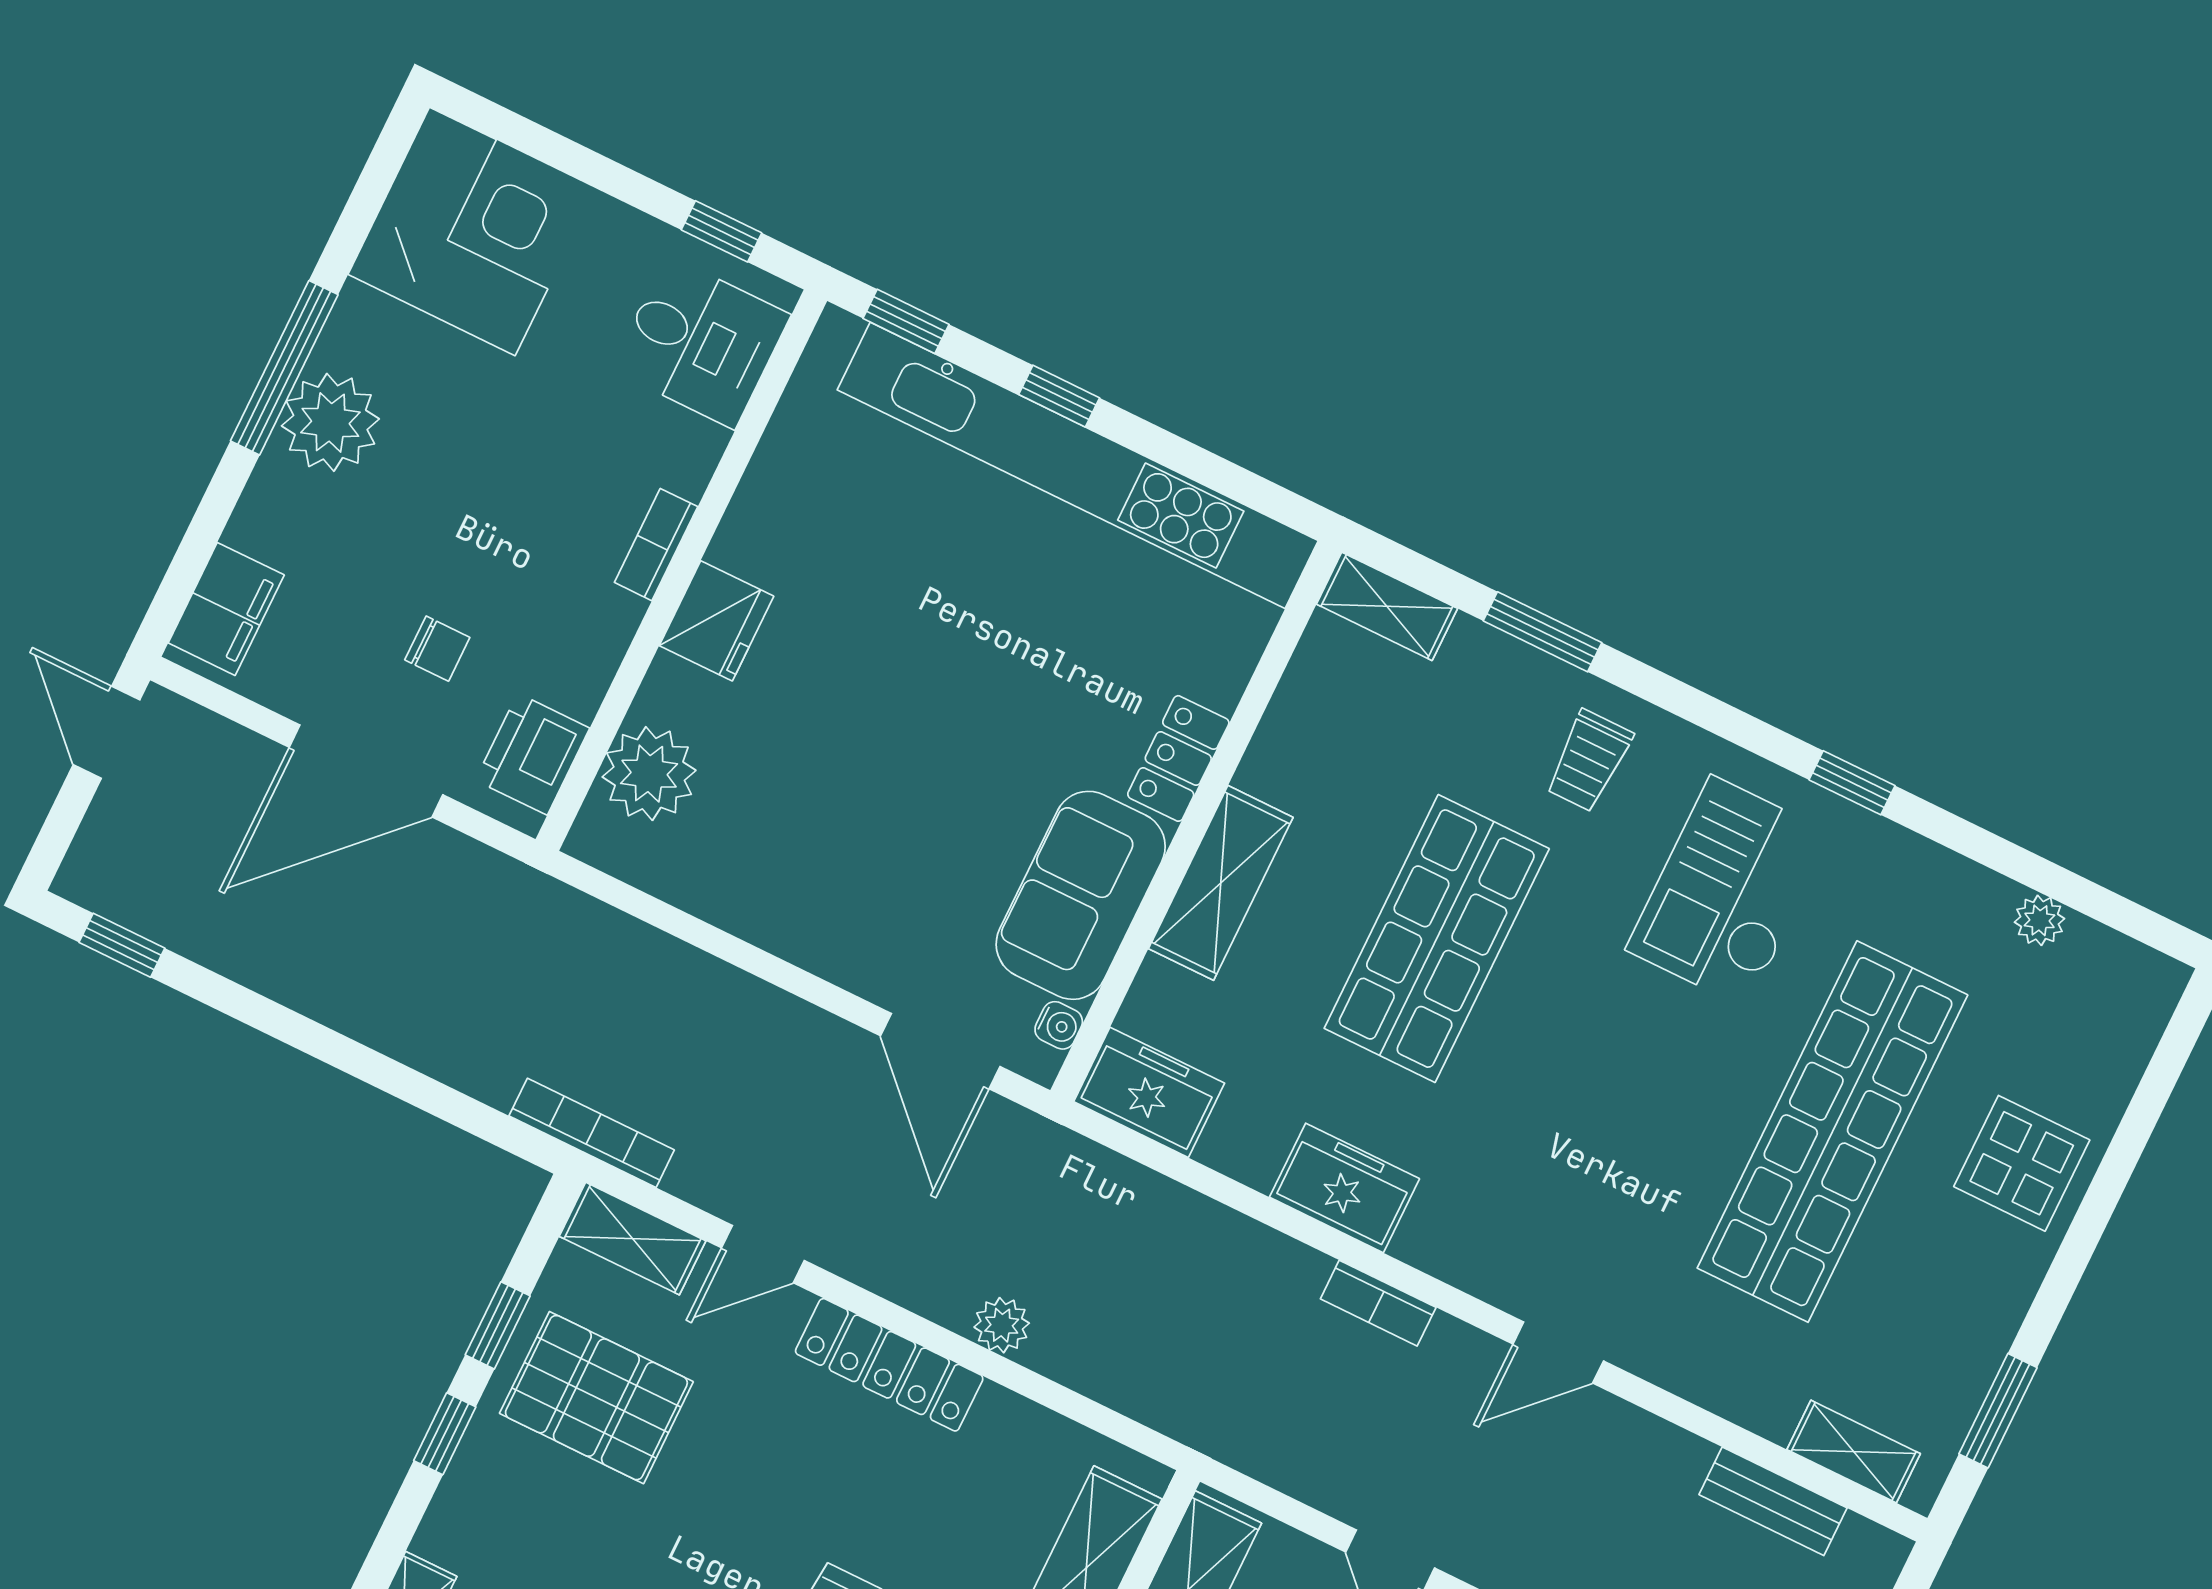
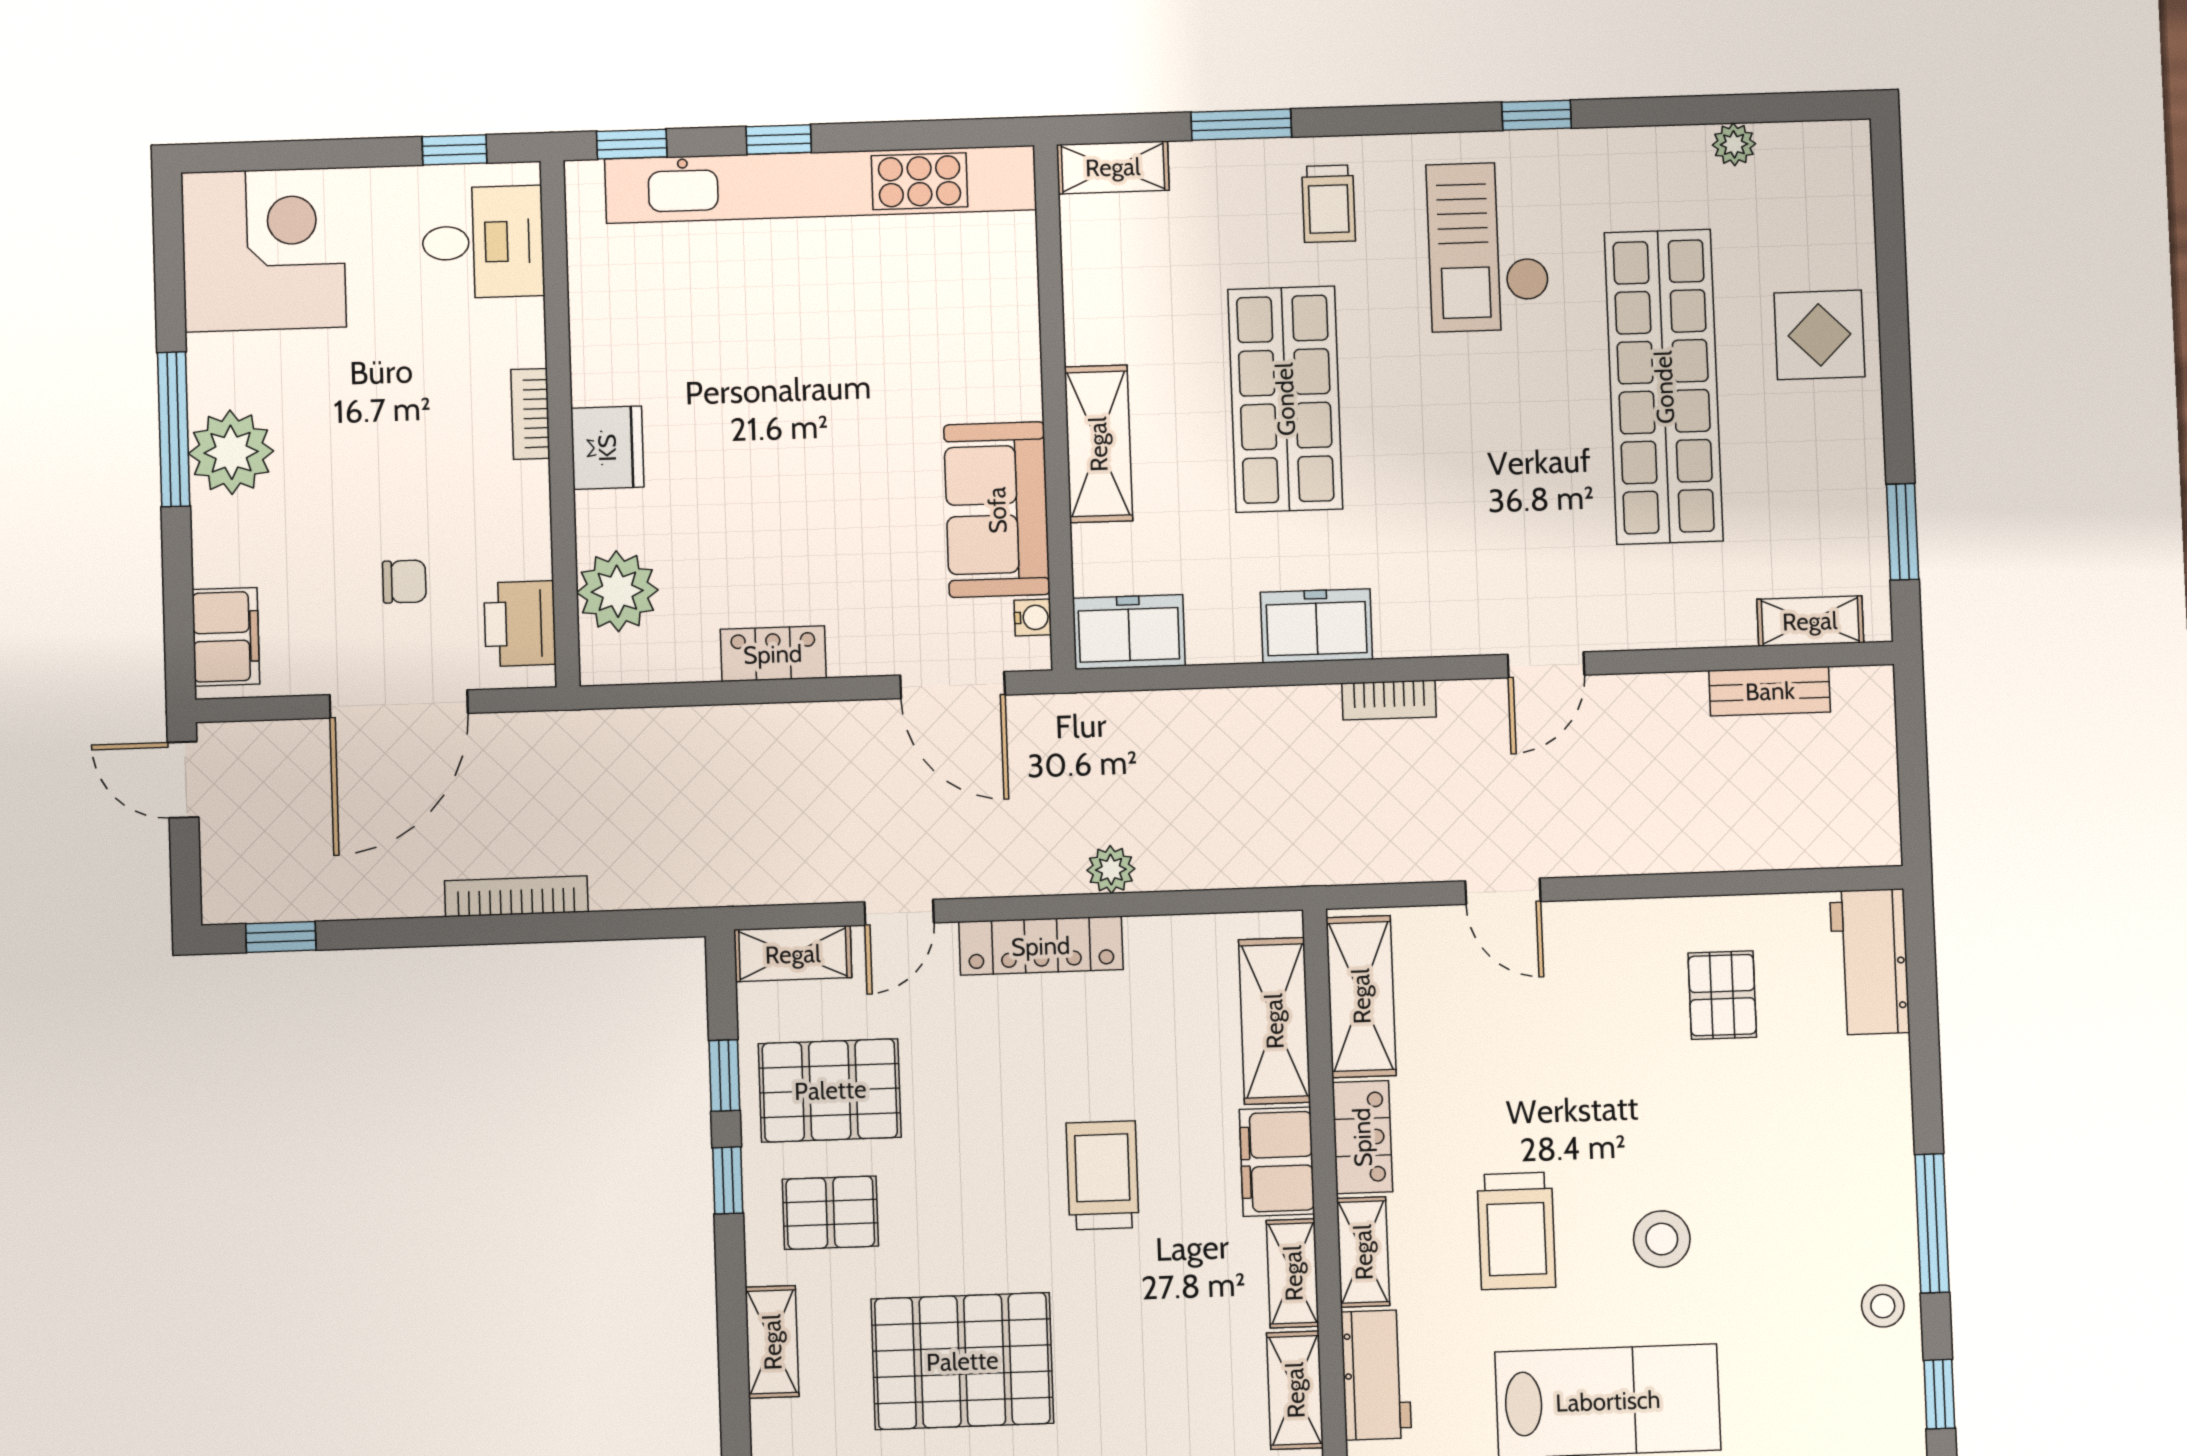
locker: (1178, 758) -> (773, 654), moved, turned 90
bookcase: (592, 1133) -> (516, 896), moved
pallet: (531, 1522) -> (830, 1213), added

